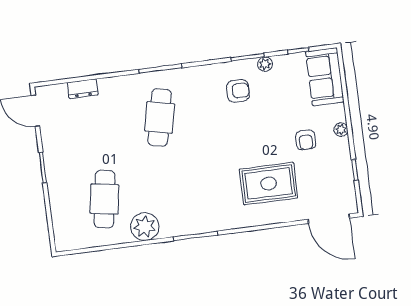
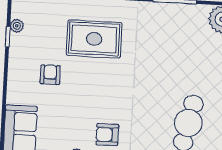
plant: (341, 130) -> (17, 26), moved

